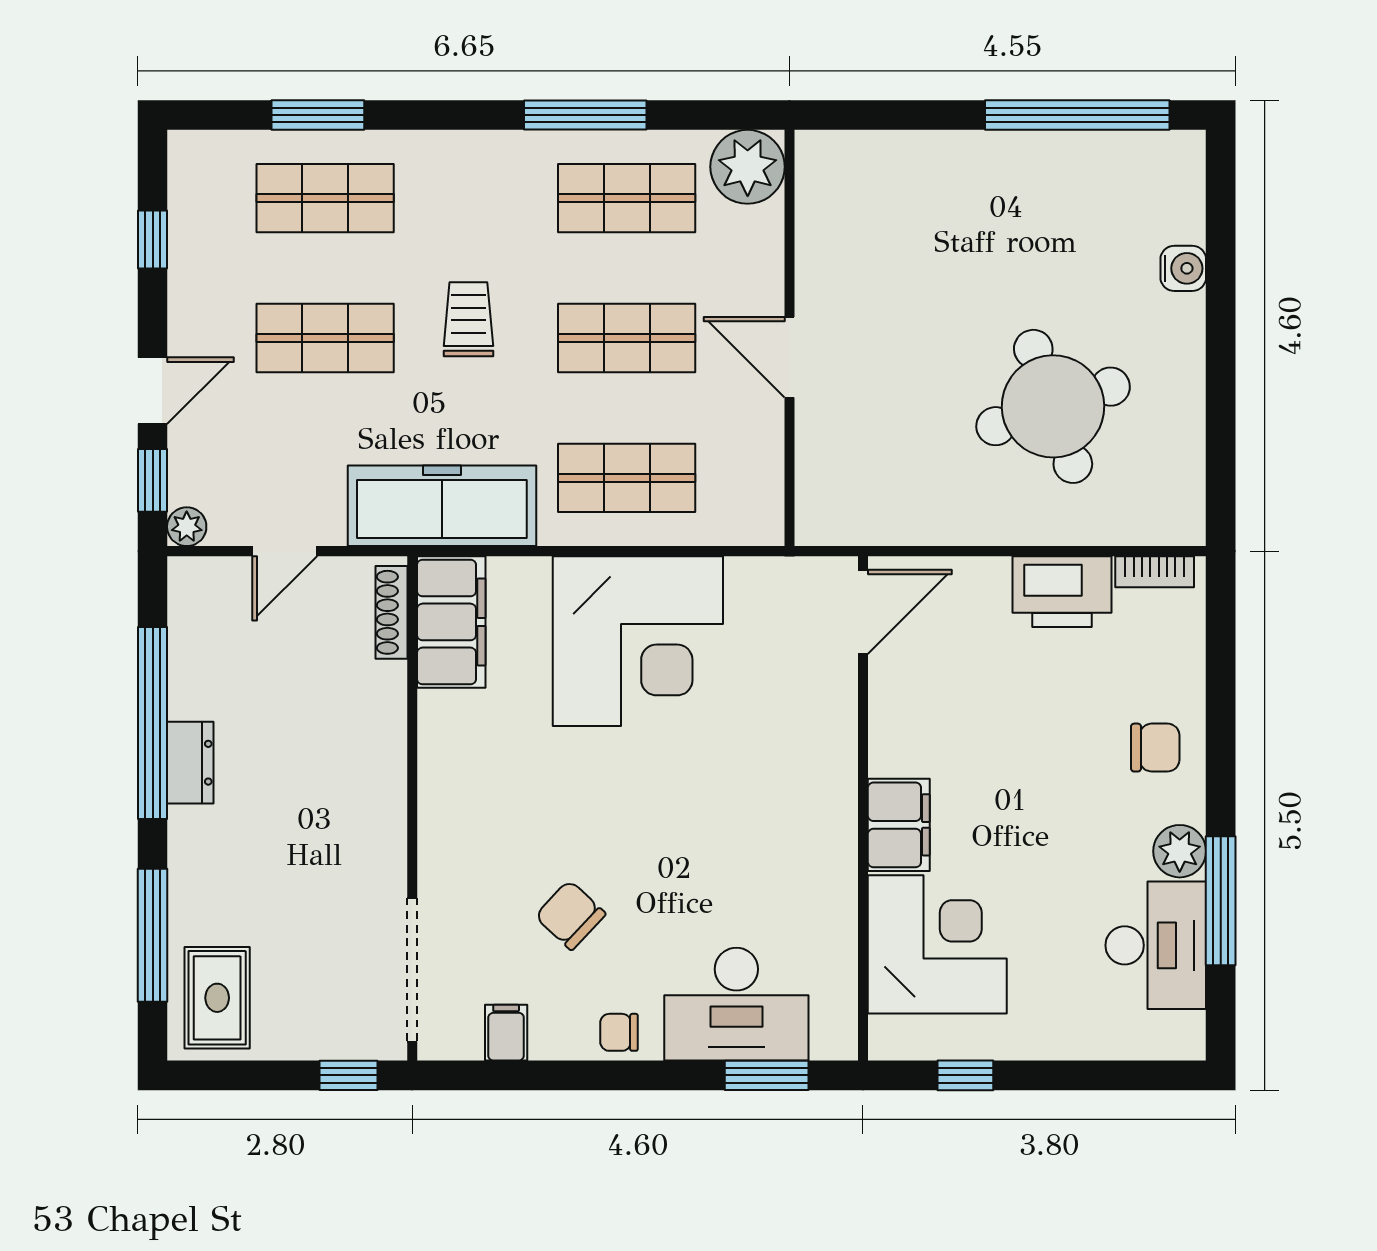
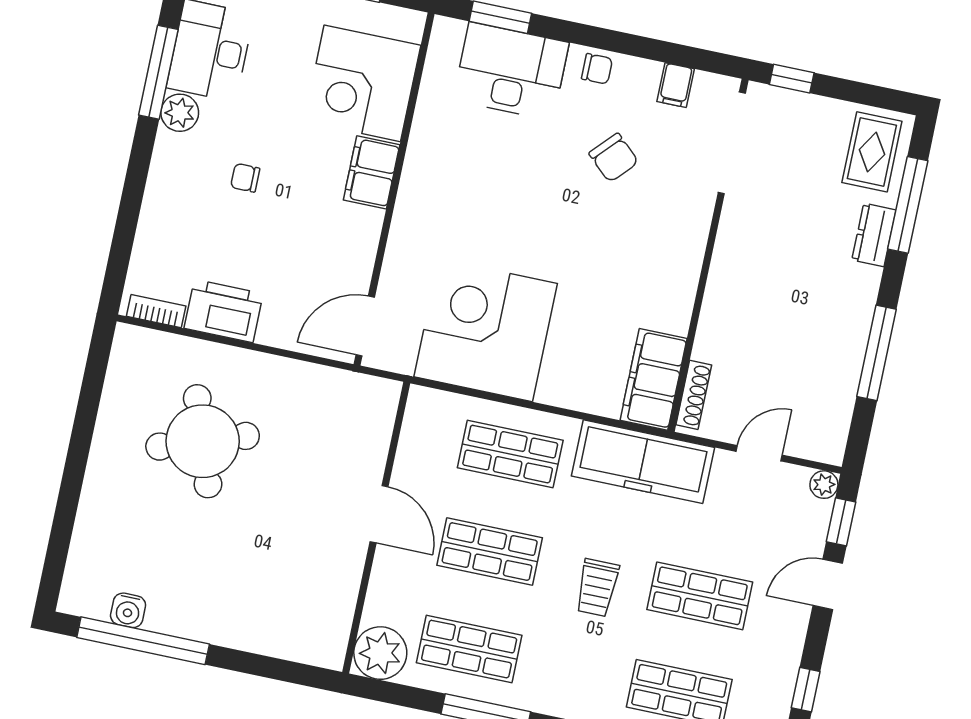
water cooler: (1183, 268) -> (128, 610), moved, turned -90
corner desk: (638, 641) -> (486, 330), moved
window: (153, 723) -> (877, 353), width x0.68
chair: (1155, 748) -> (245, 178), moved, width x0.73, depth x0.73
dresser: (190, 763) -> (874, 235), moved

